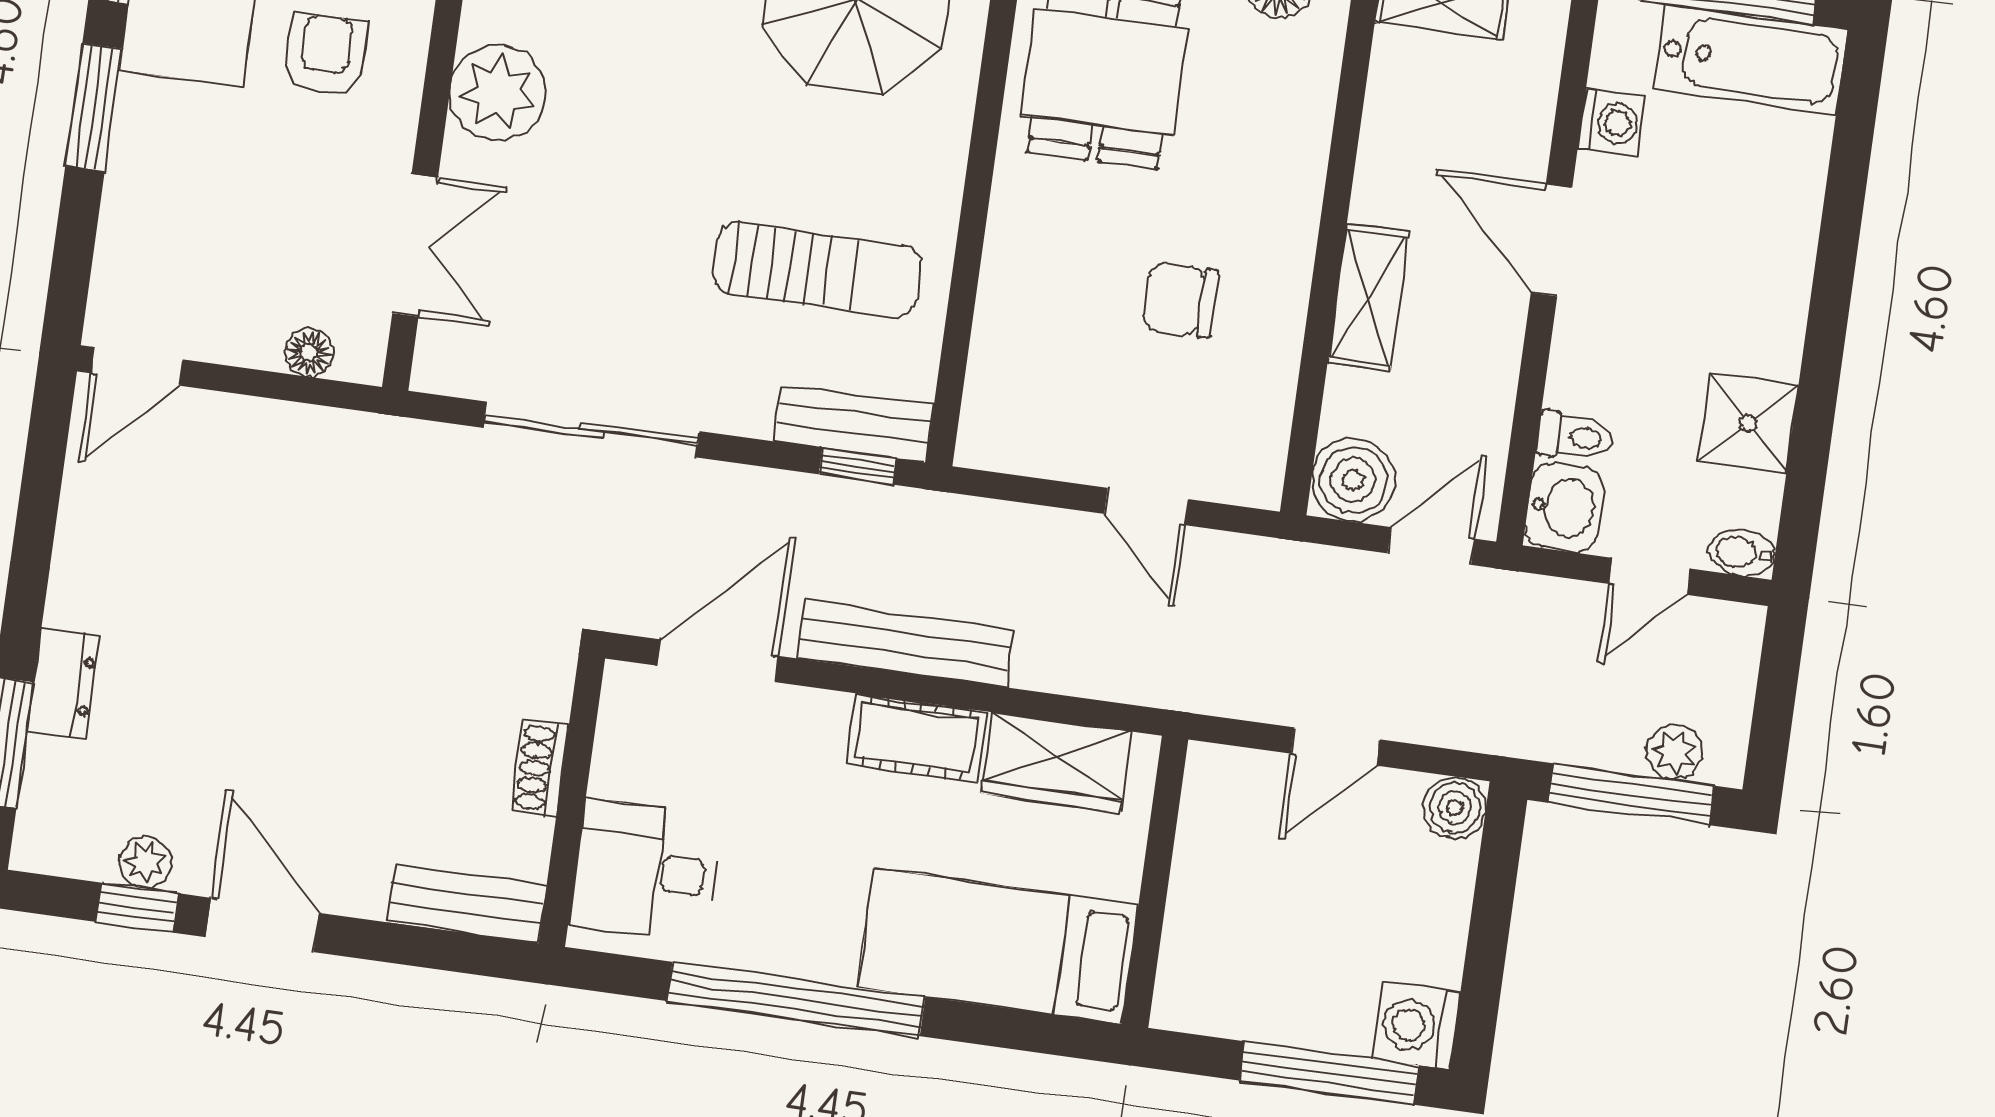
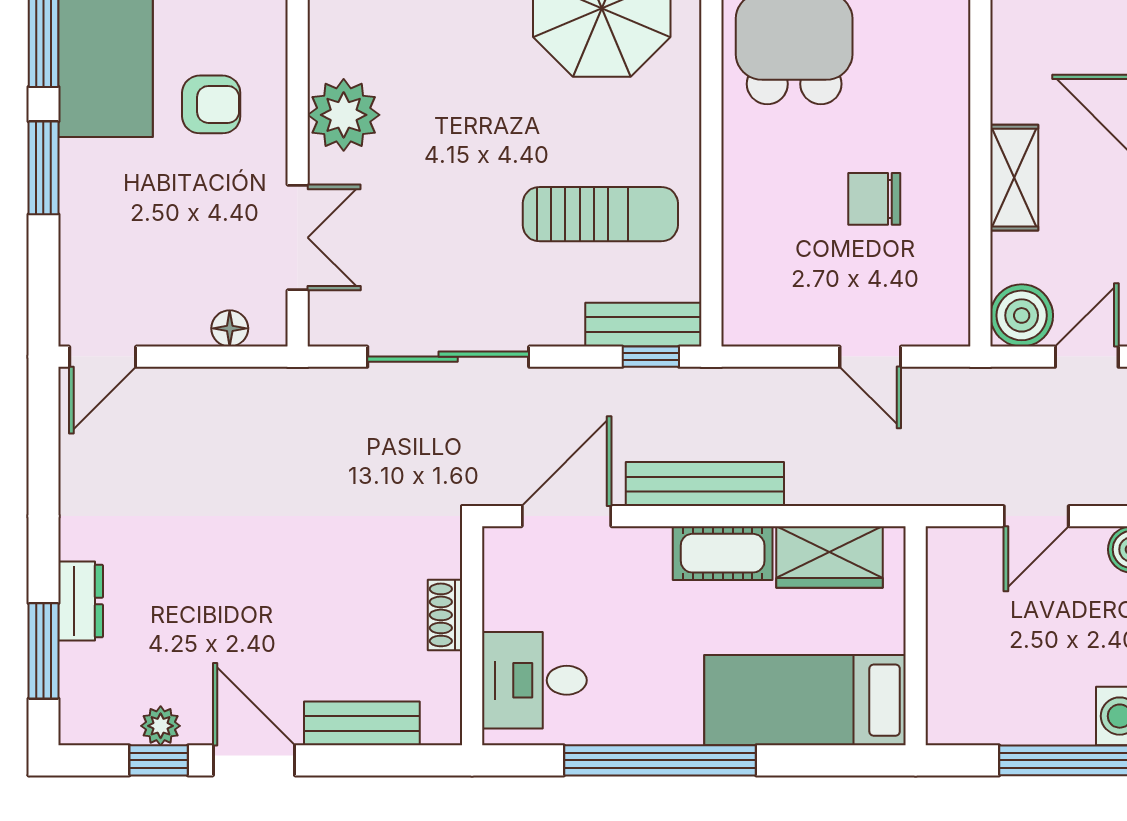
armchair: (326, 55) -> (211, 104), turned 90
bench: (467, 904) -> (362, 723), moved

